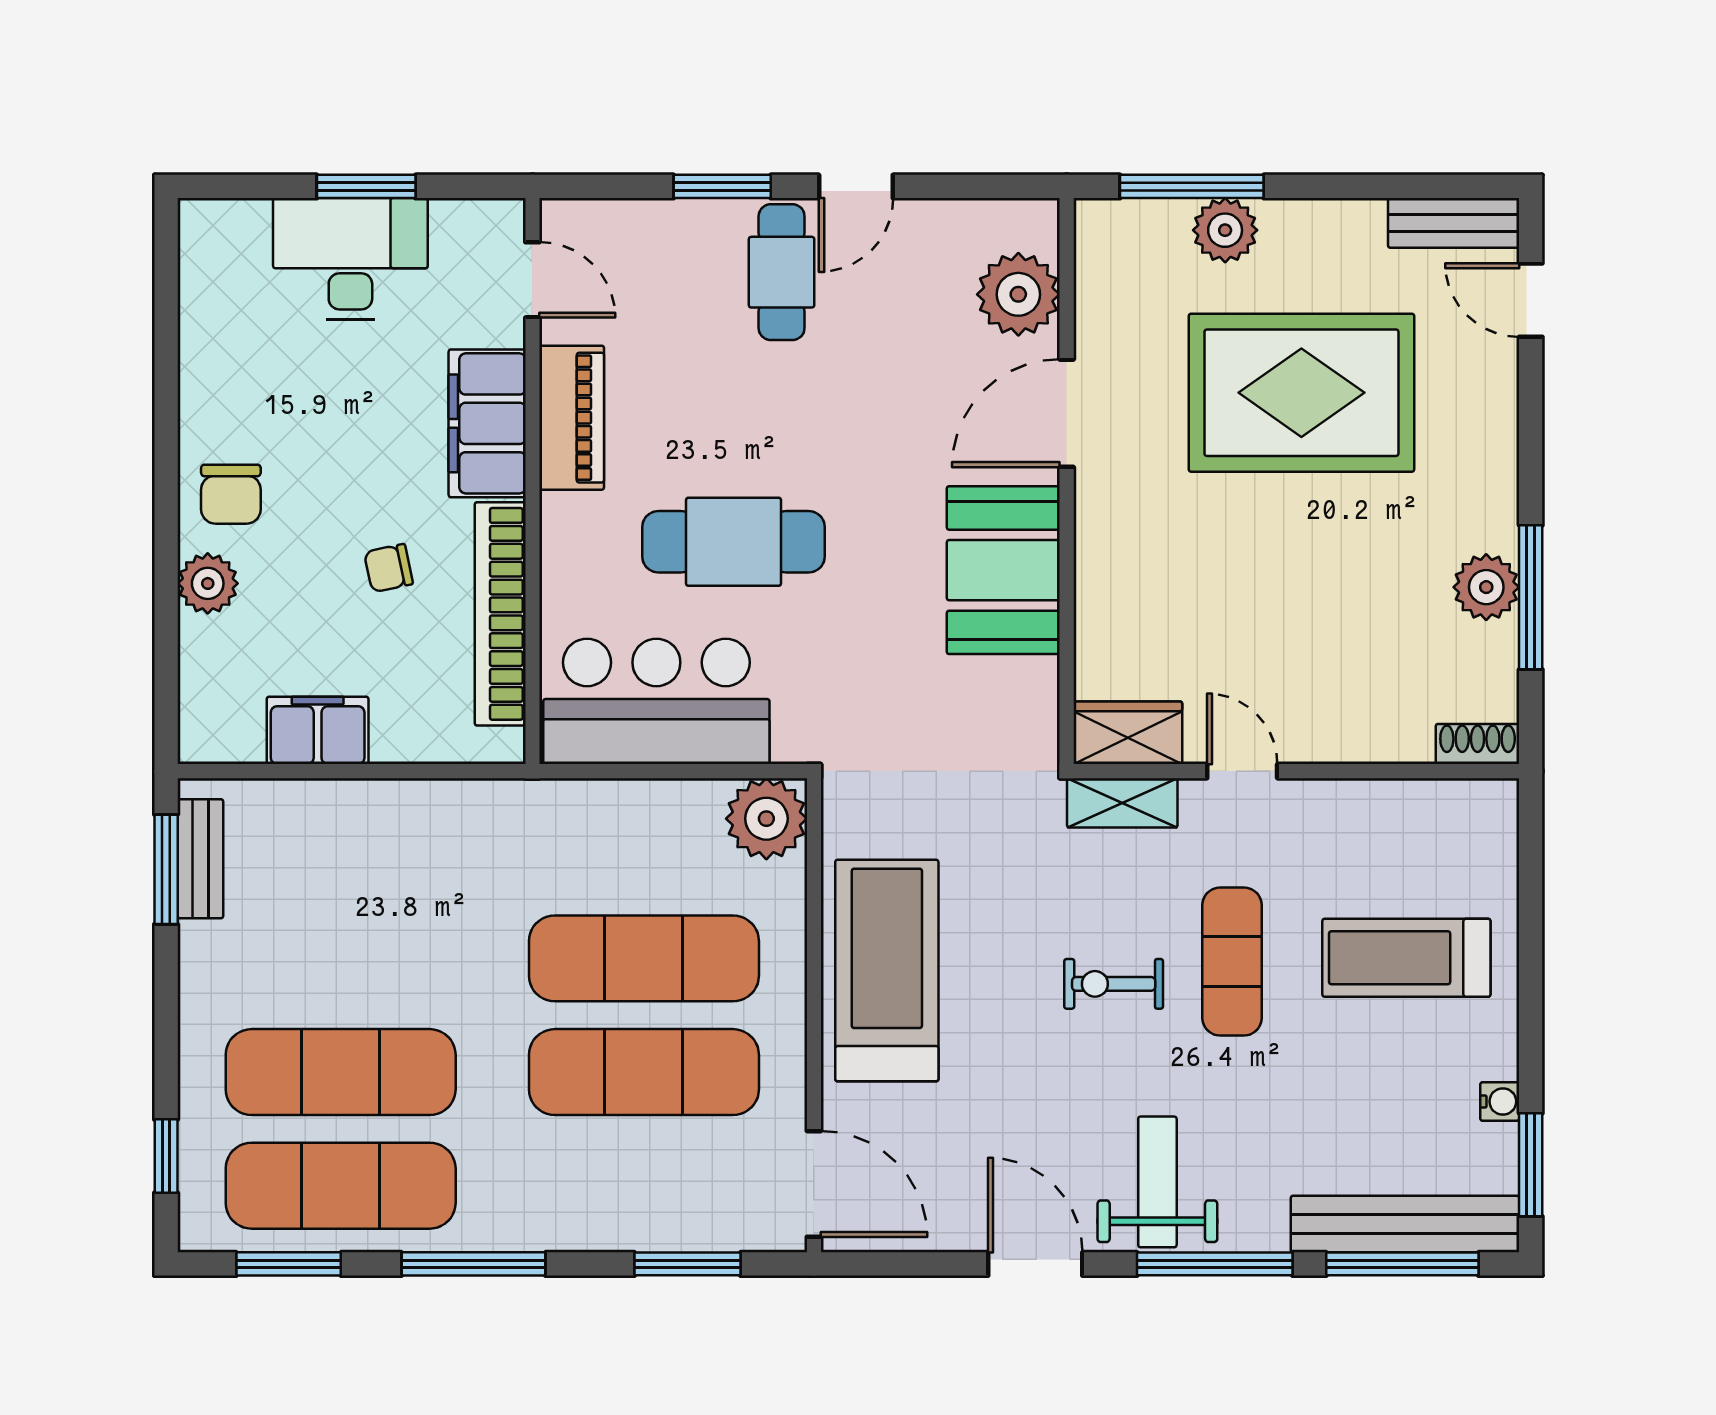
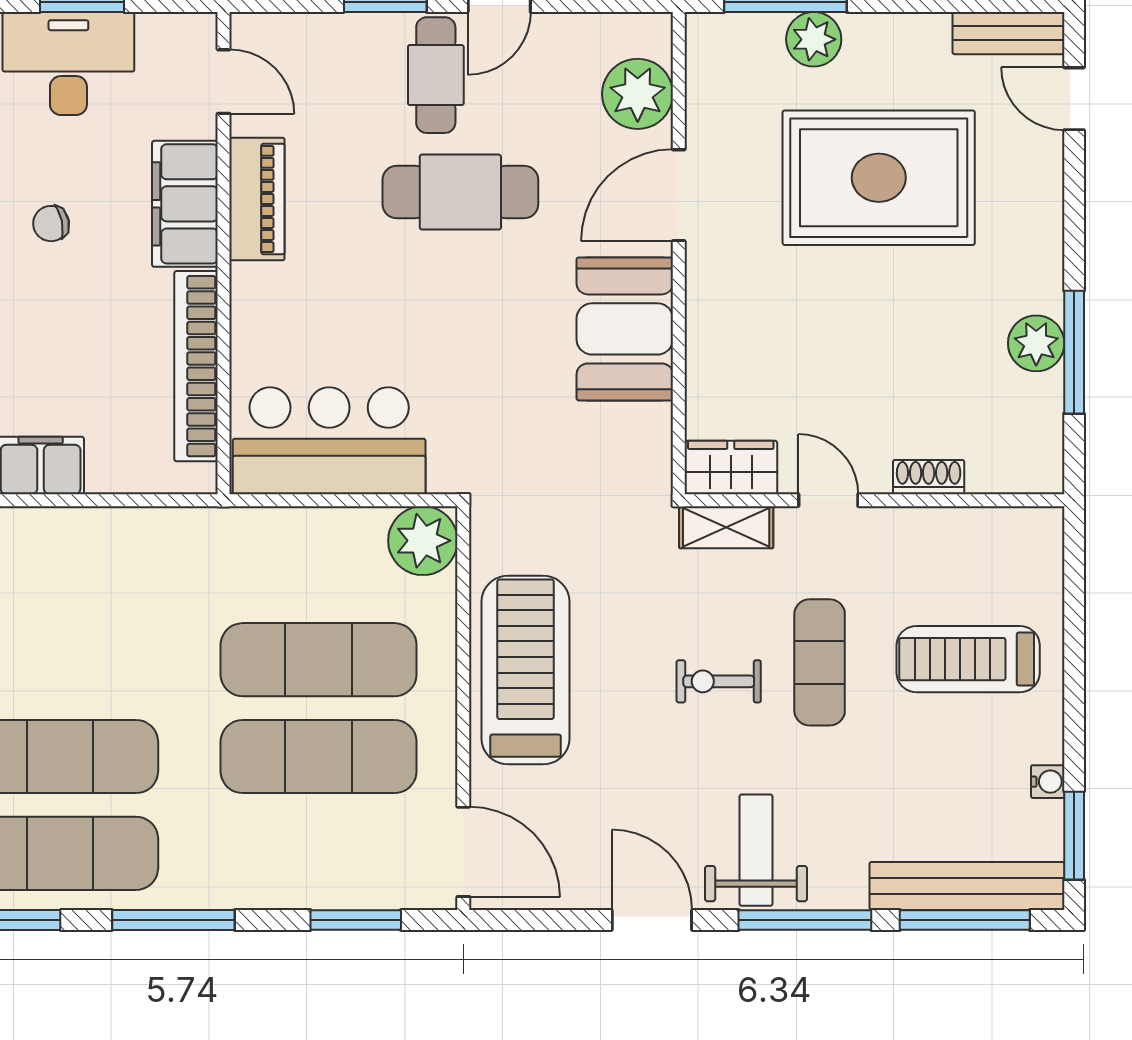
cafe table: (733, 542) -> (460, 192), moved
chair: (389, 568) -> (51, 224), moved
shoe rack: (1478, 744) -> (929, 477), moved

